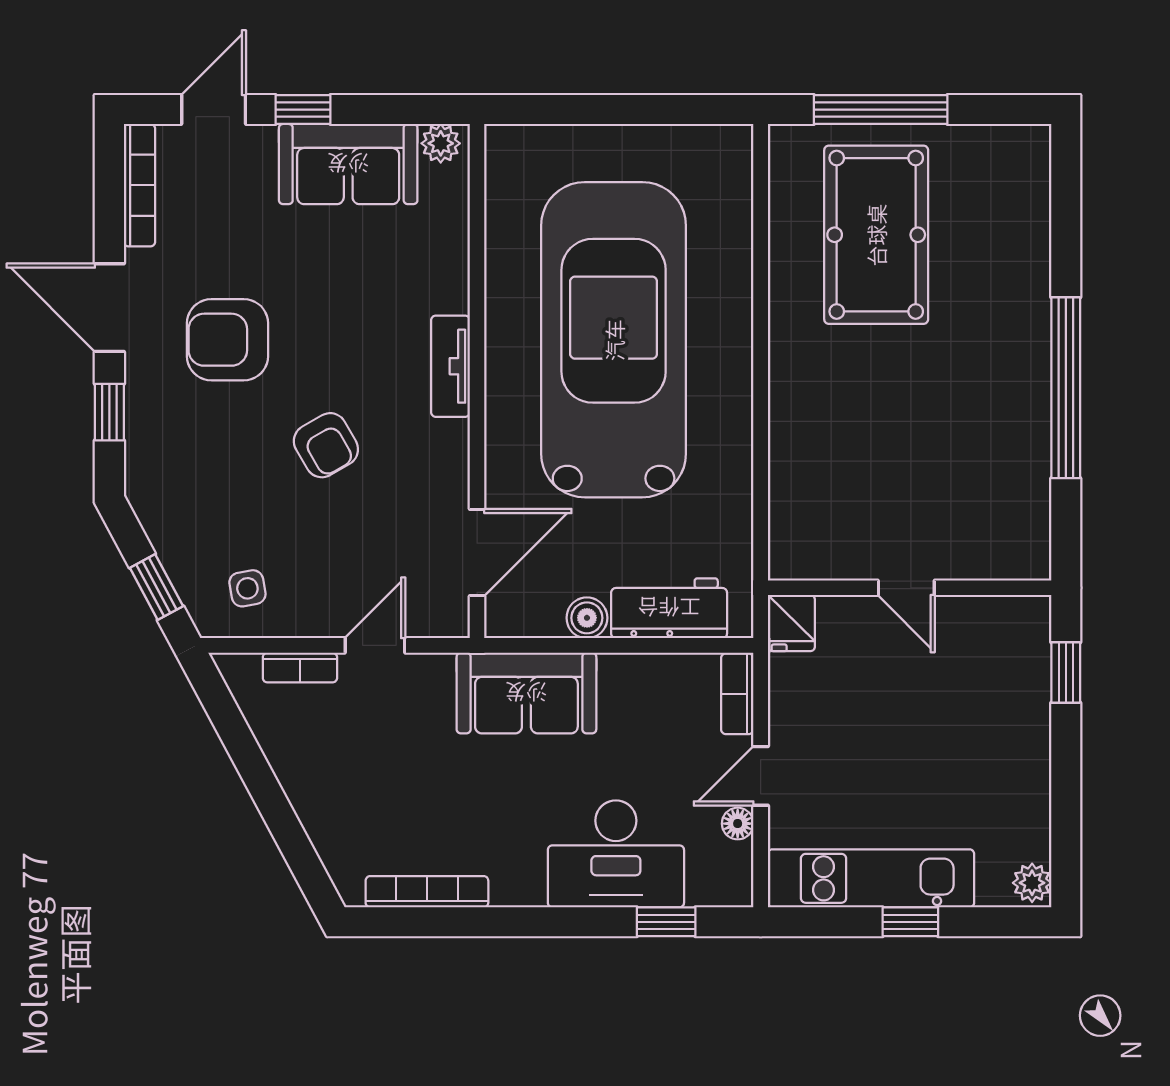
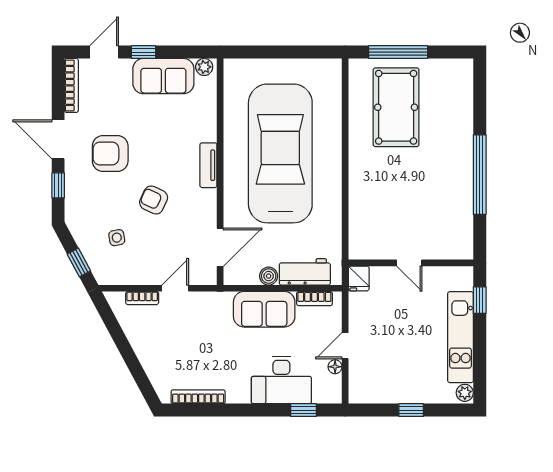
armchair: (326, 445) -> (154, 200), turned 145
side table: (247, 588) -> (117, 238), moved
sofa: (526, 693) -> (264, 309), moved
bookcase: (737, 694) -> (314, 299), moved, turned -90
kitchen unit: (871, 878) -> (461, 337), moved, turned -90

